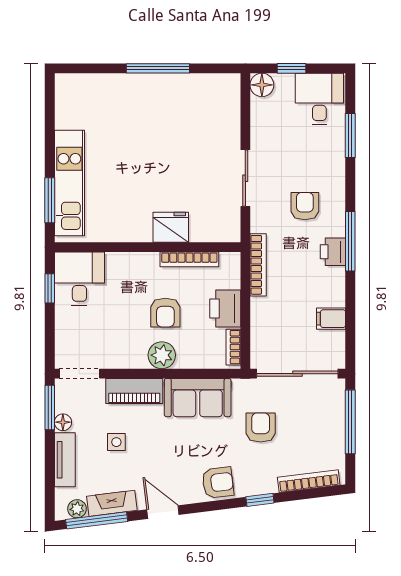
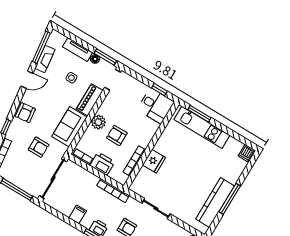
dishwasher: (68, 86) -> (246, 153), added
kitchen counter: (178, 88) -> (215, 202), added
filing cabinet: (331, 319) -> (78, 214), moved
plant: (77, 509) -> (52, 42), removed

